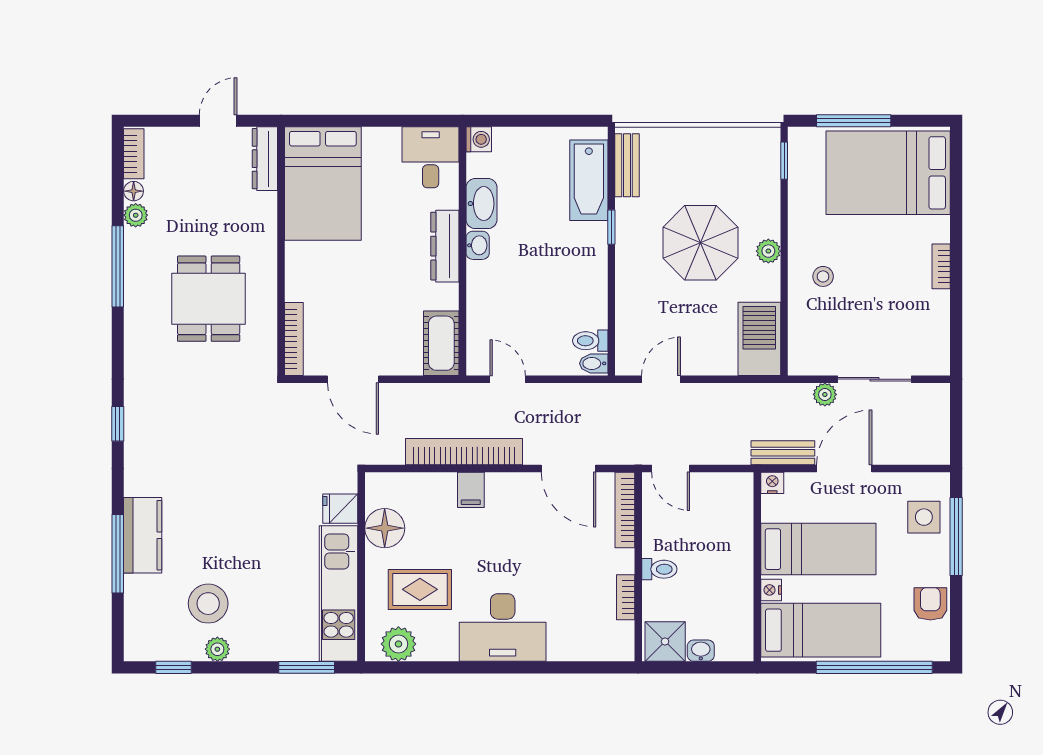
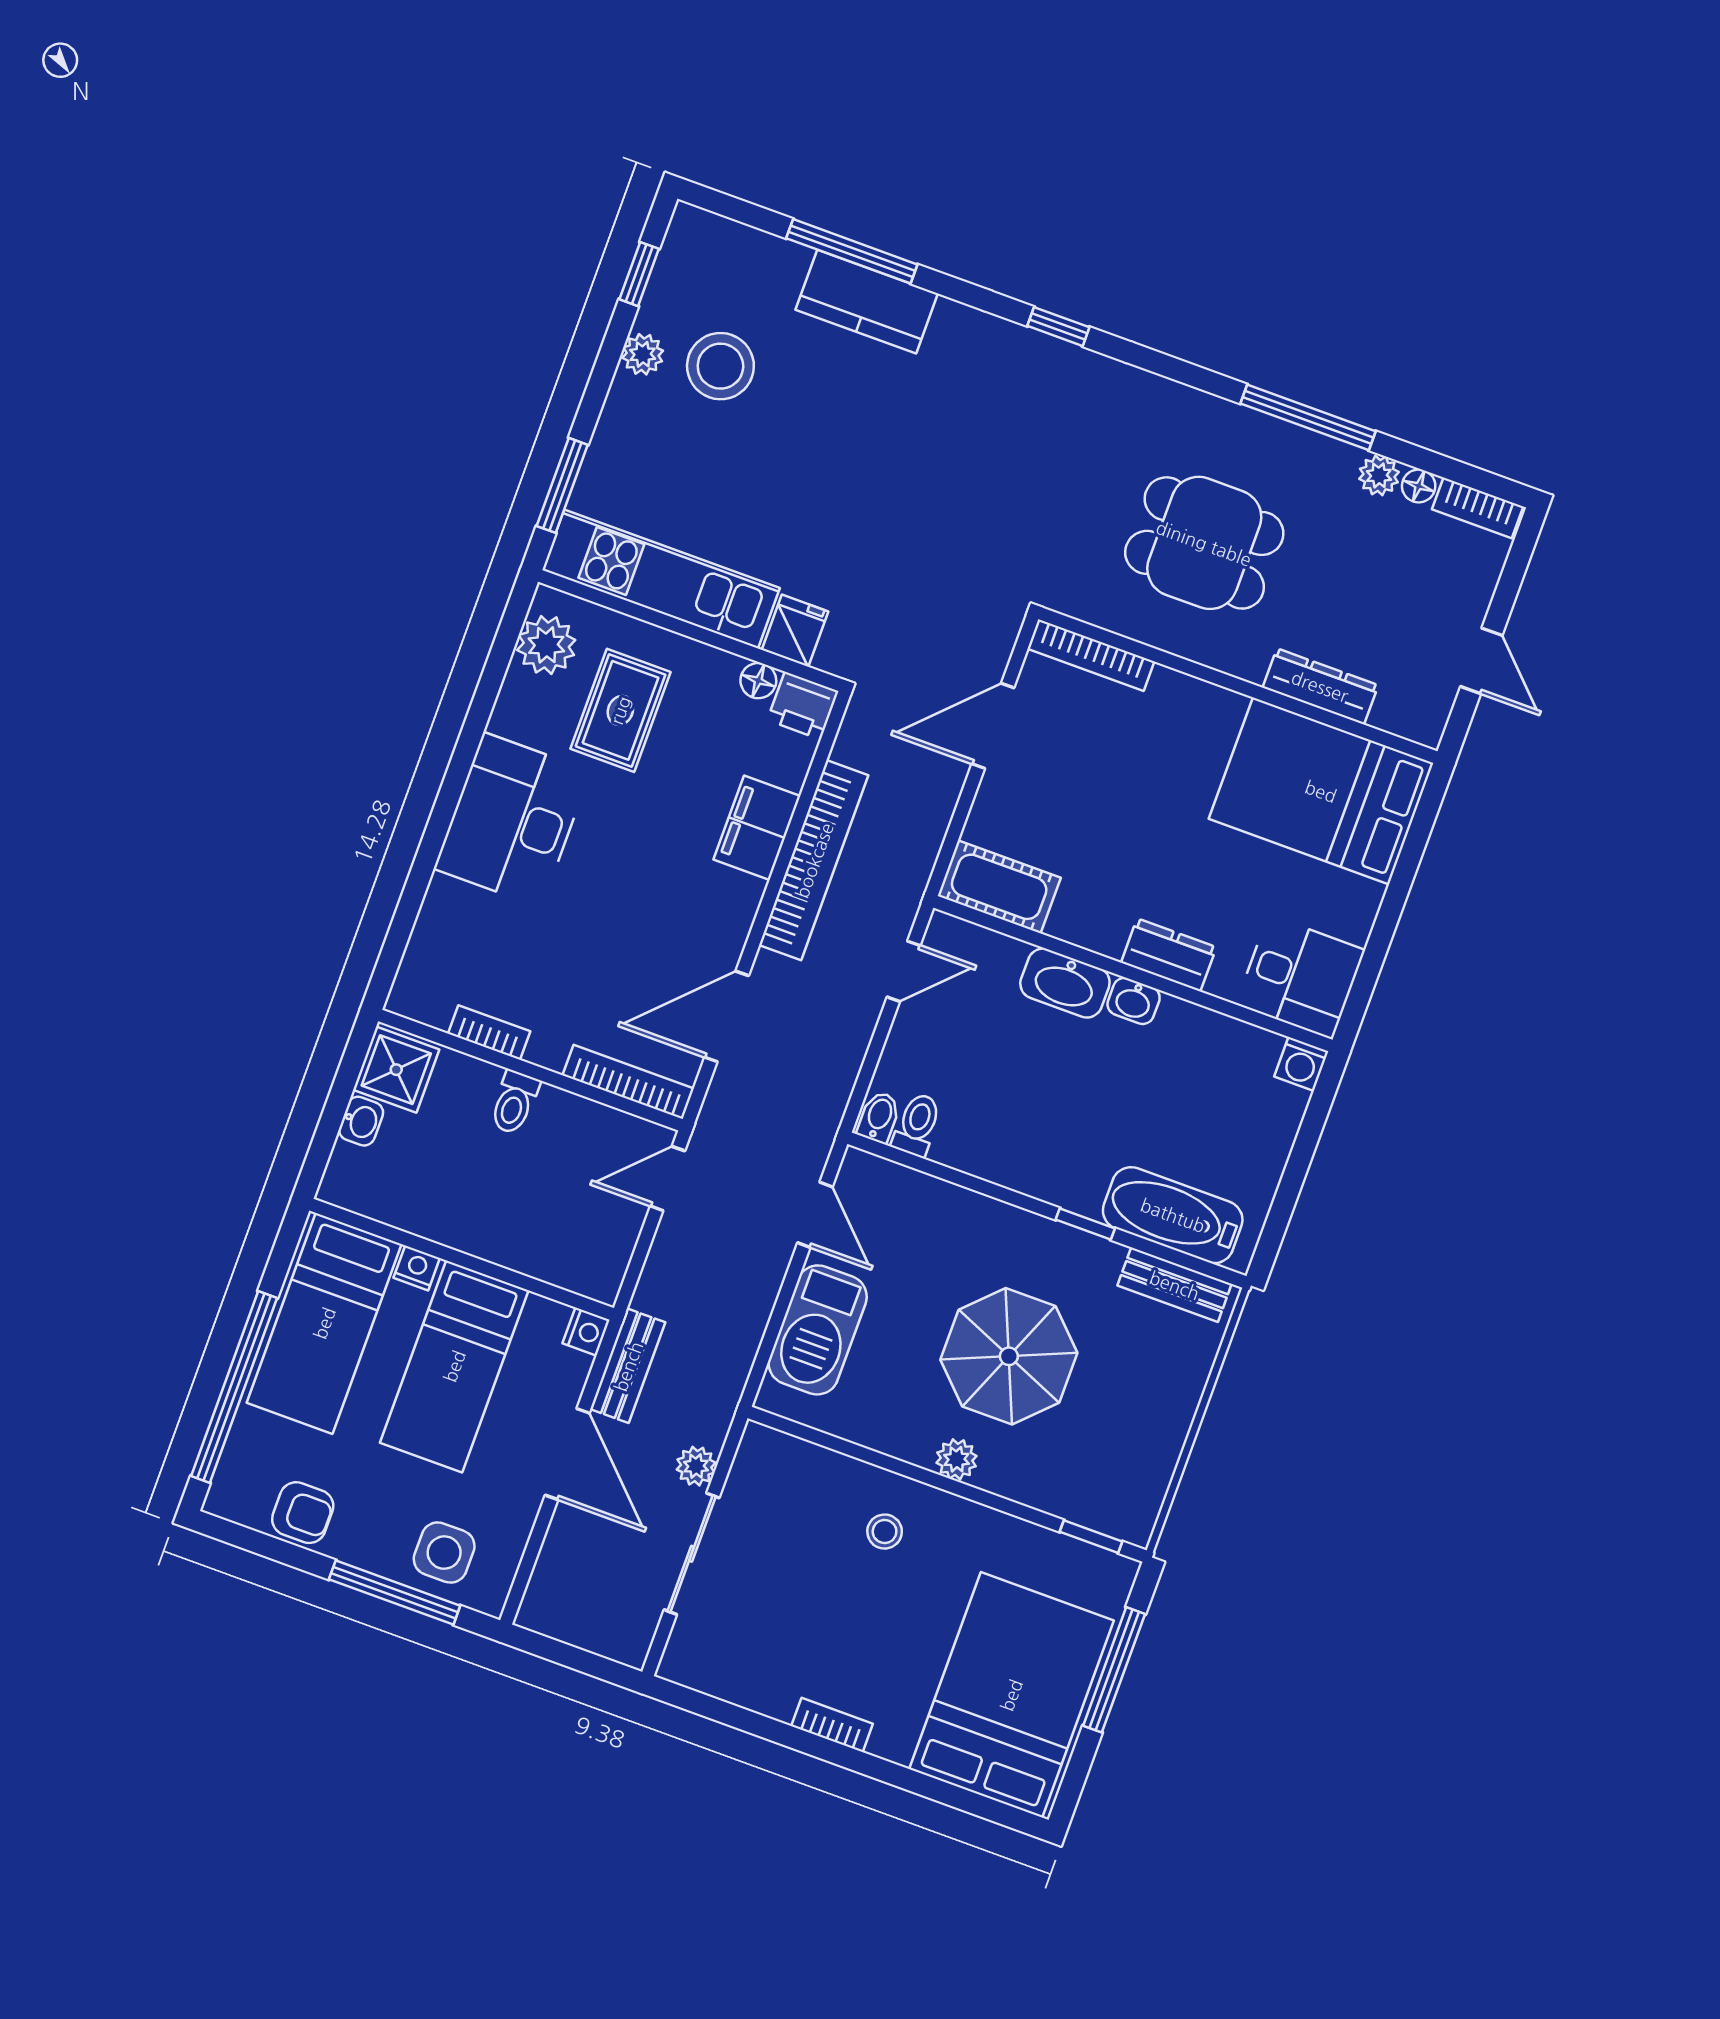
dresser: (265, 159) -> (1320, 686), moved
washbasin: (482, 204) -> (1065, 983), moved
dresser: (445, 246) -> (1169, 955), width x0.70
barbecue: (759, 339) -> (818, 1330), moved, turned 90
printer: (380, 489) -> (803, 706), added
filing cabinet: (471, 490) -> (757, 828), width x2.00
floor lamp: (385, 528) -> (758, 681), width x0.53, depth x0.53

